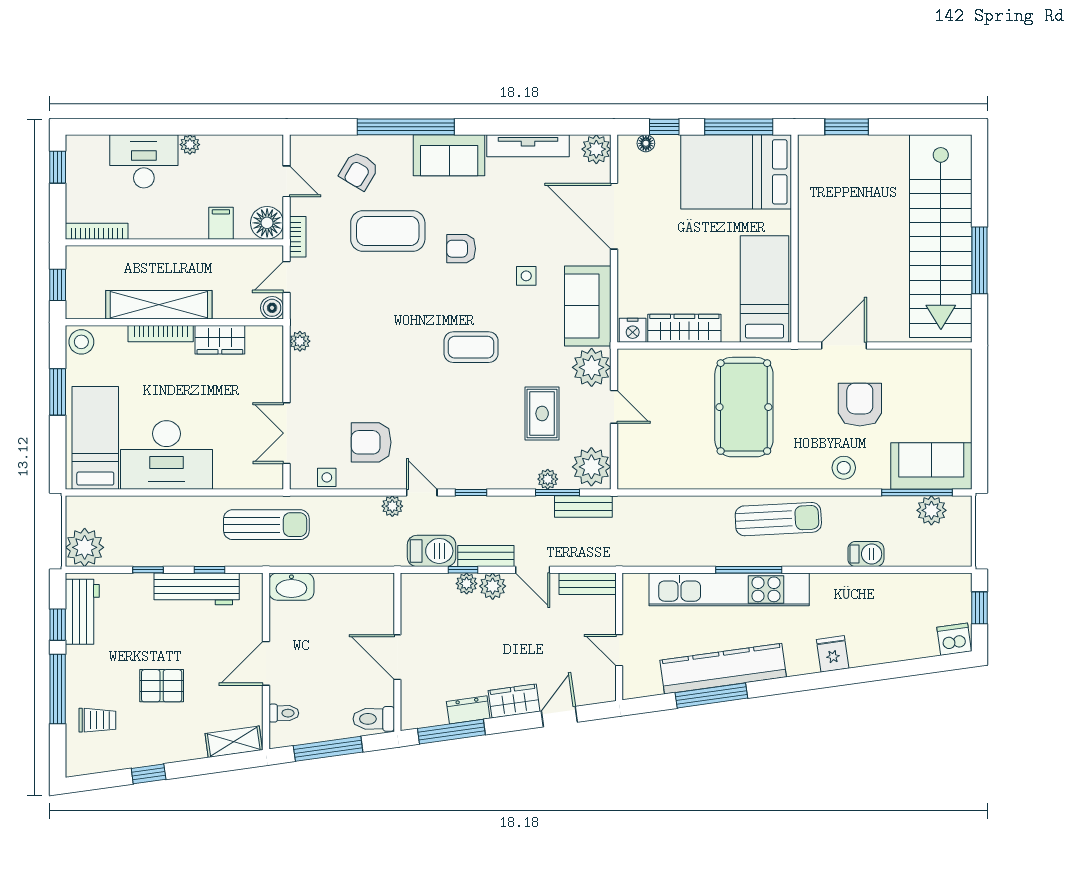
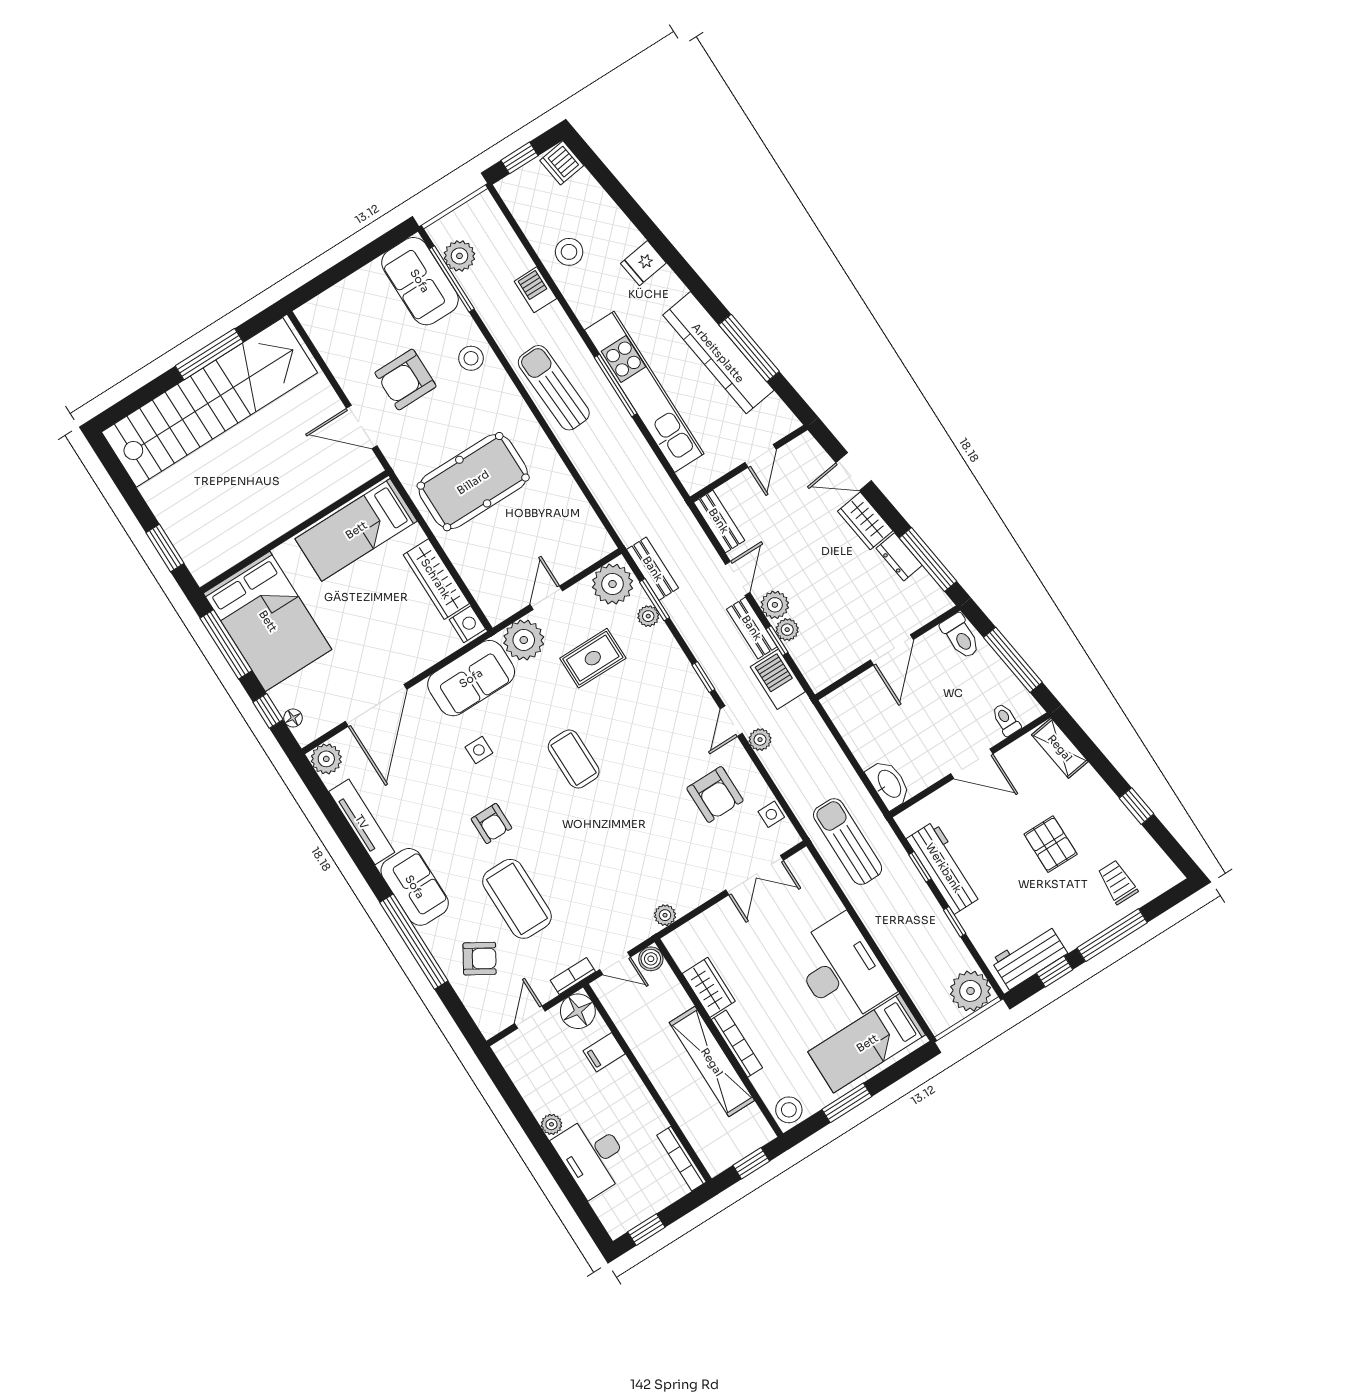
stool: (879, 600) -> (569, 252), added

